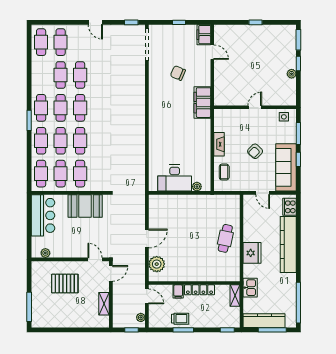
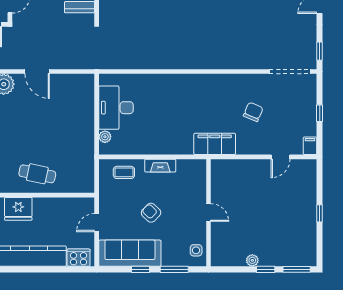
filing cabinet: (204, 35) -> (310, 146), width x0.50

